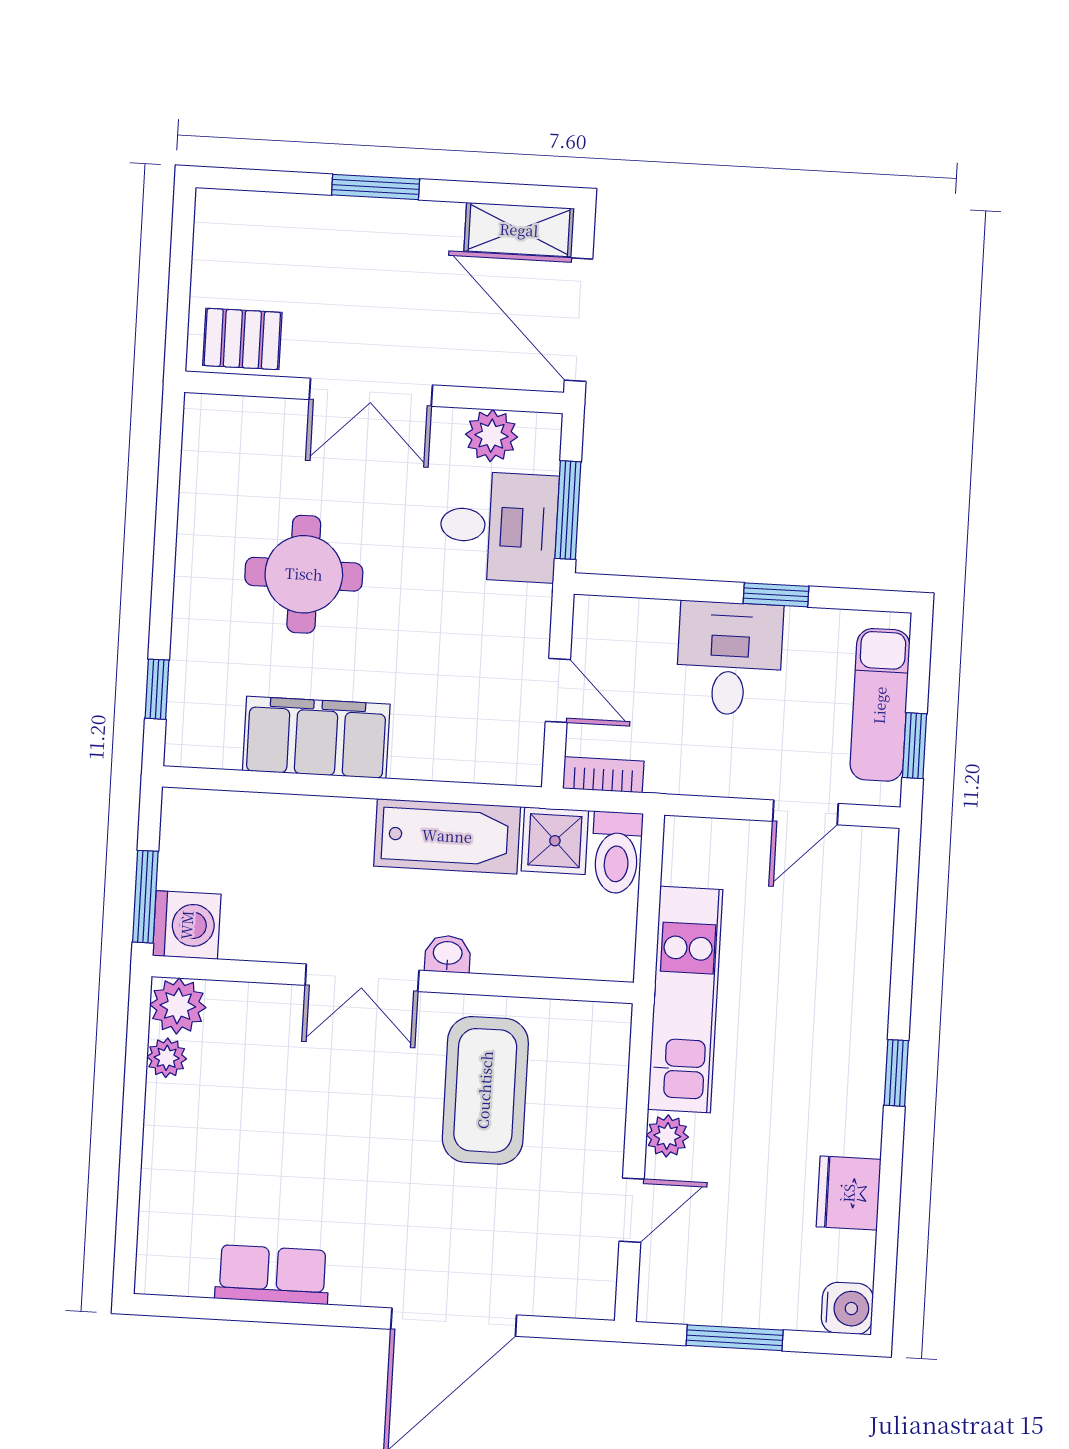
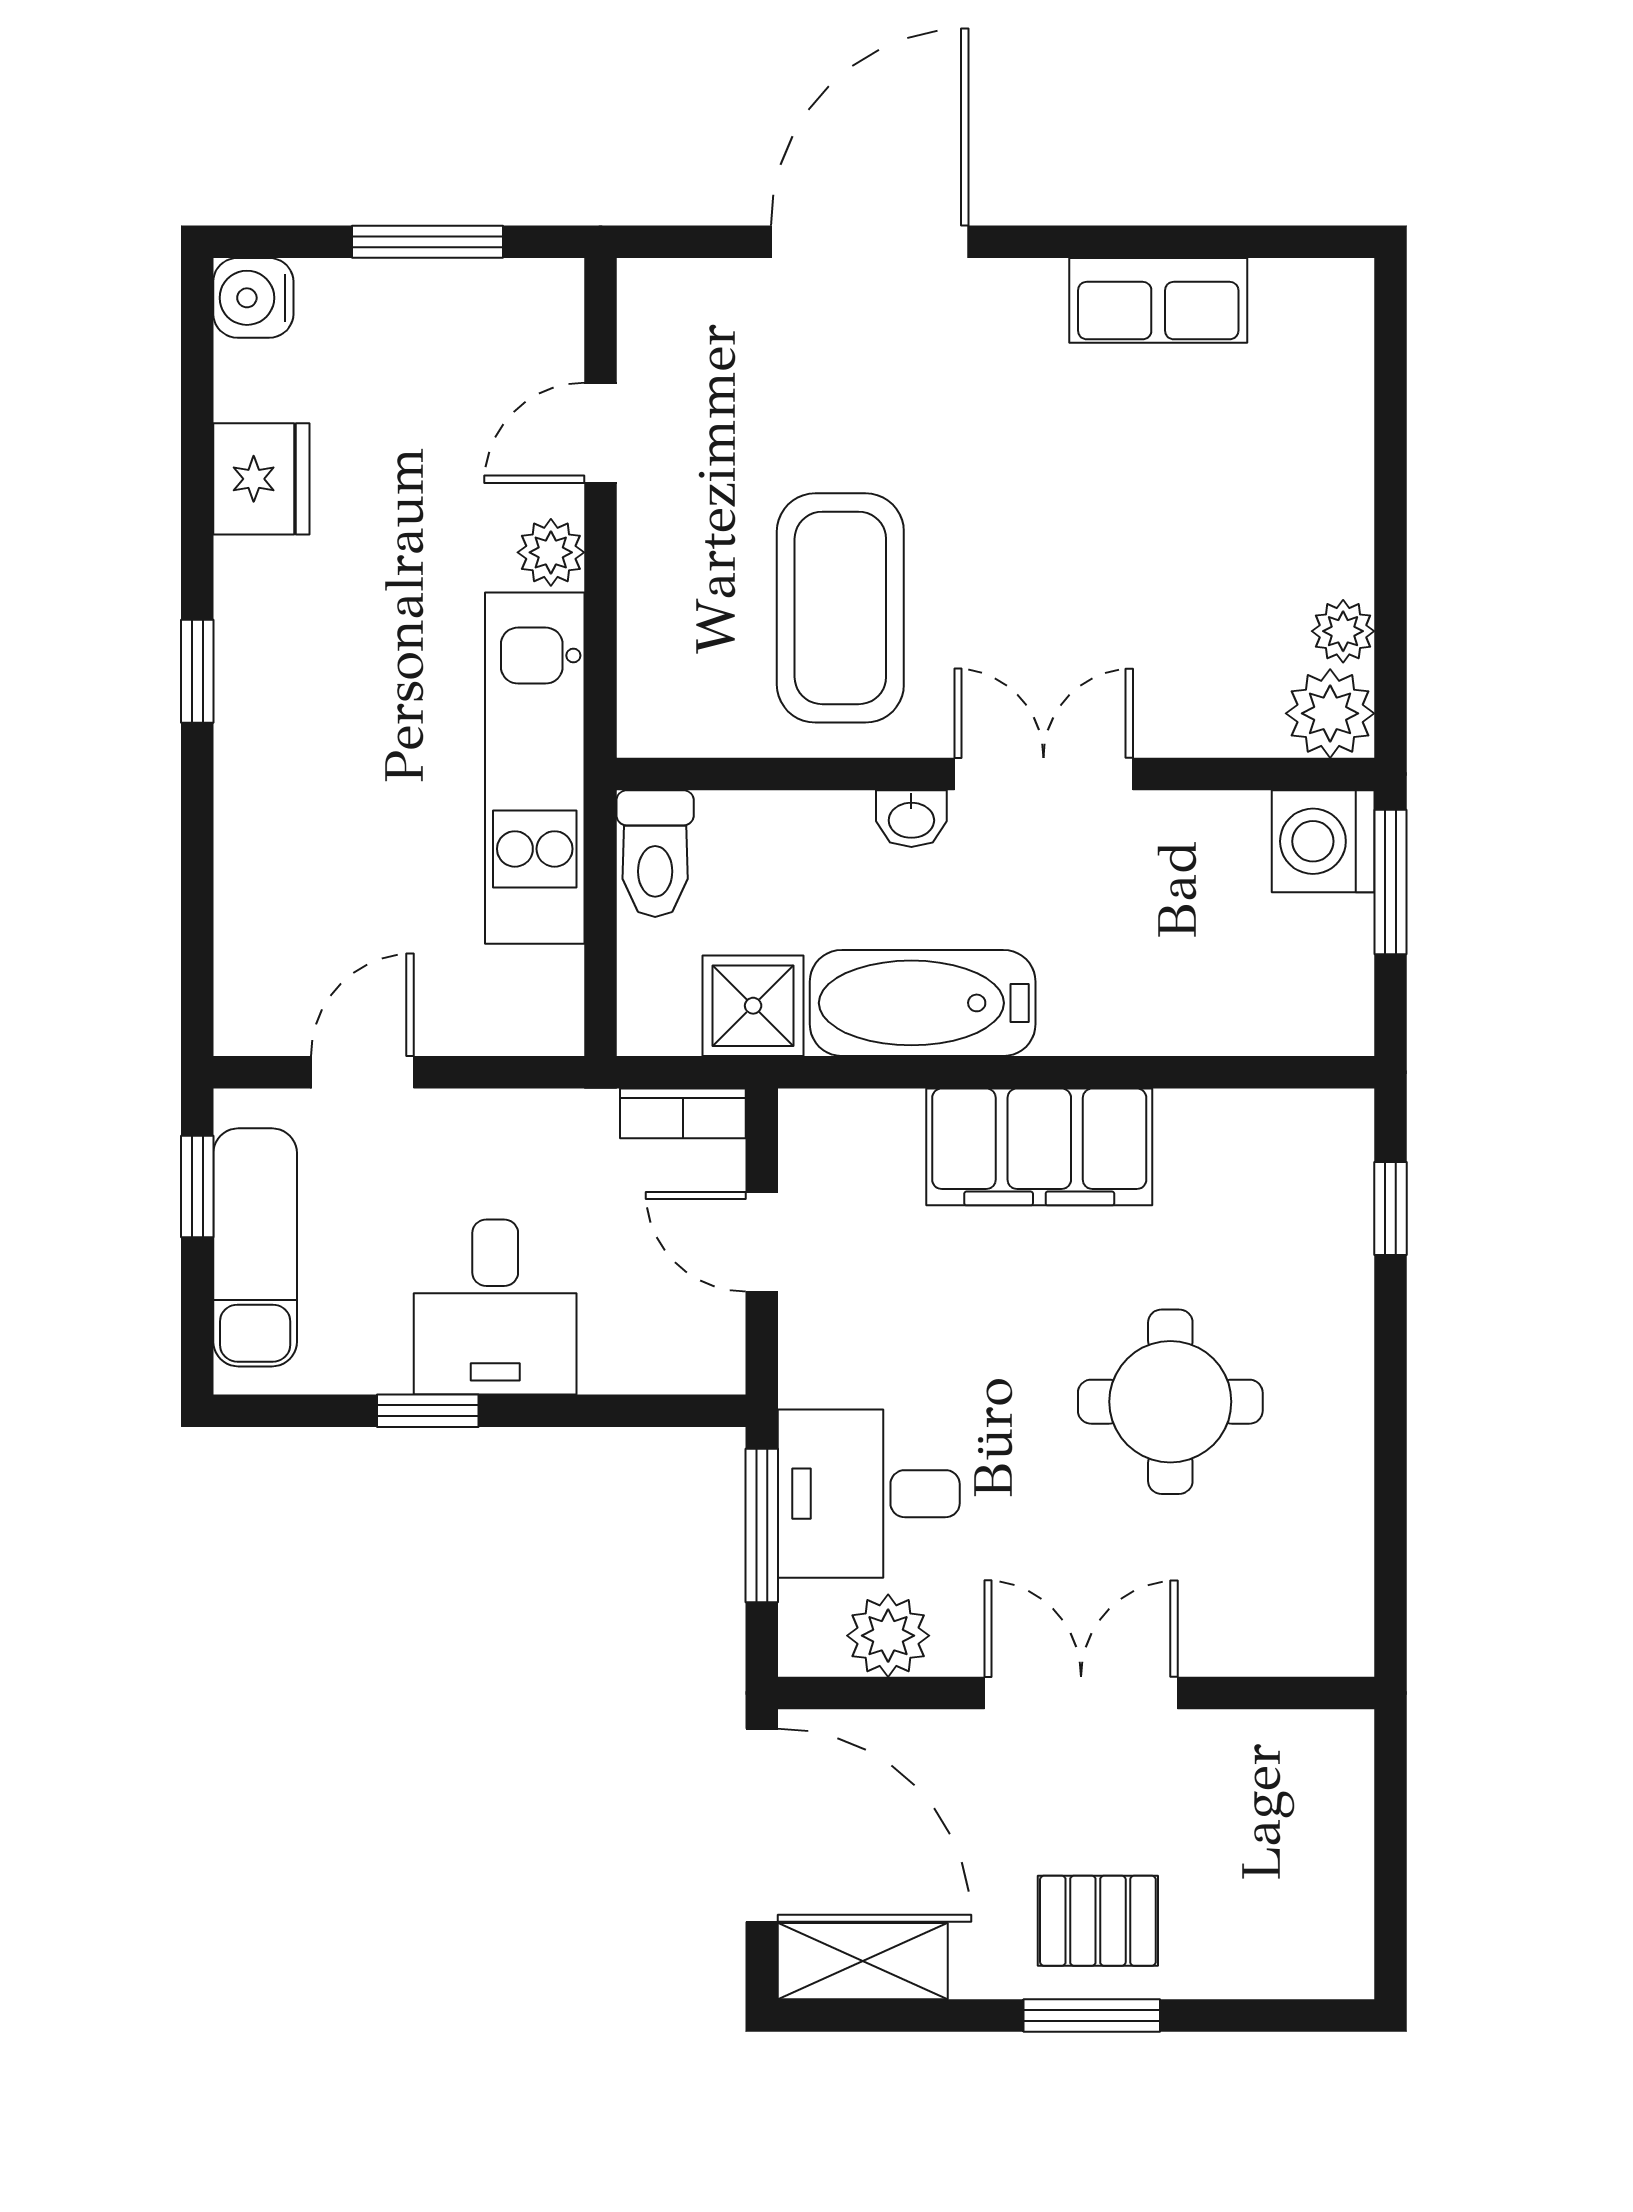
pallet: (242, 339) -> (1098, 1921), moved
filing cabinet: (316, 737) -> (1039, 1147), moved
toilet: (617, 853) -> (655, 854), moved, turned 180

